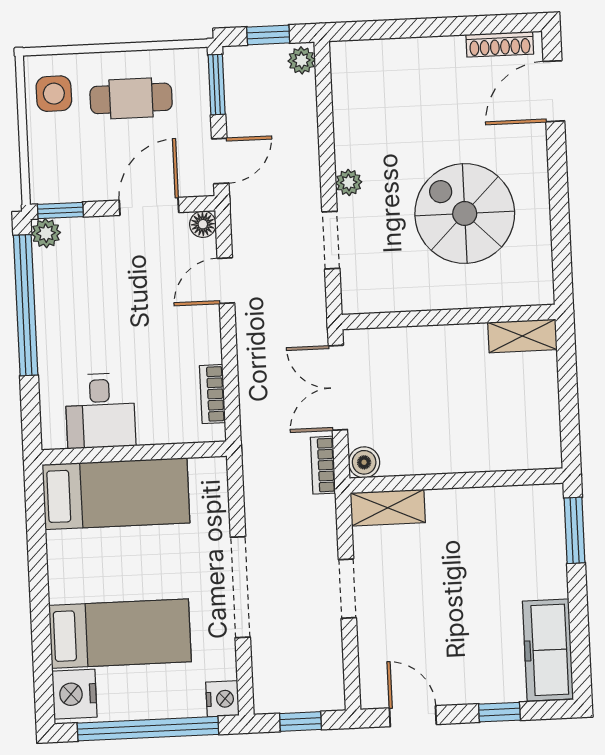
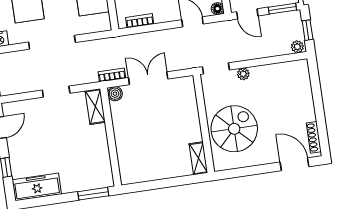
wall: (449, 317) -> (204, 123), moved
shelving: (522, 336) -> (198, 158), moved

